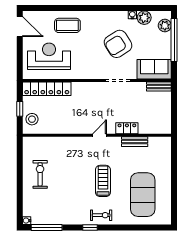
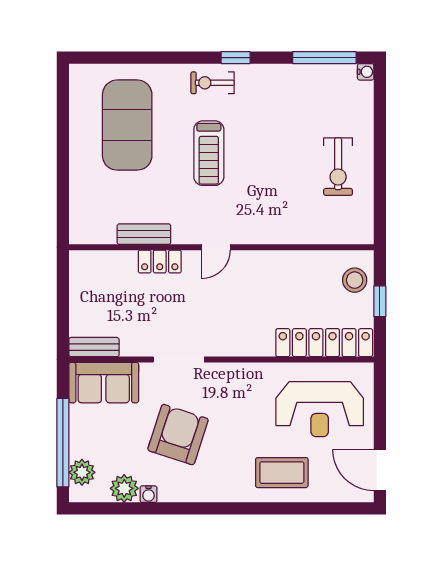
armchair: (118, 44) -> (178, 435), turned -40

